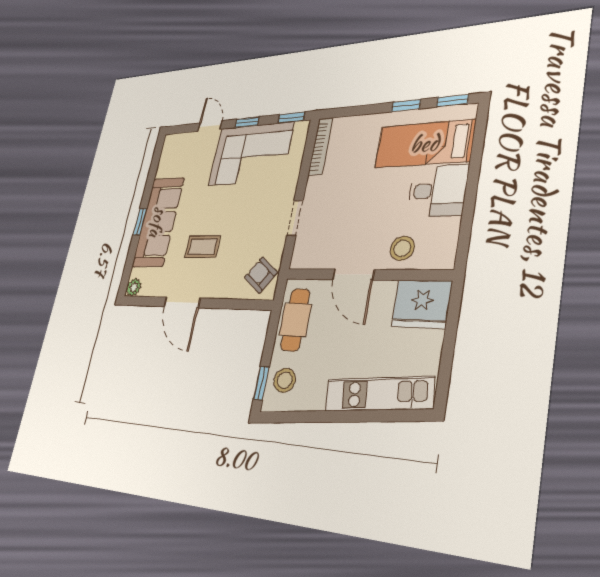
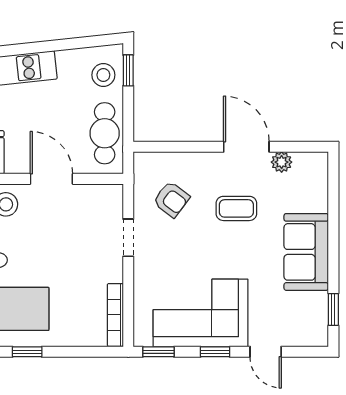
window: (140, 222) -> (333, 309), moved
sofa: (158, 222) -> (306, 252), width x0.73
armchair: (261, 275) -> (171, 199), moved
plant: (134, 287) -> (282, 162), moved

